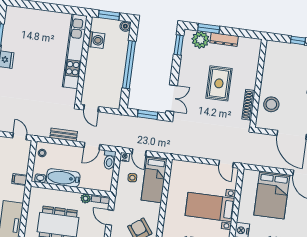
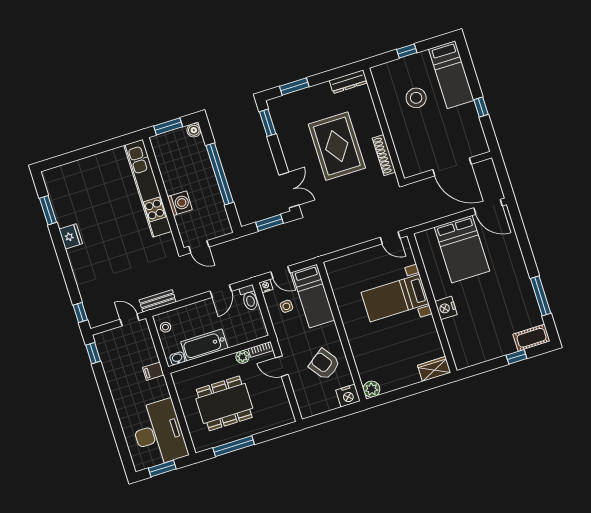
dresser: (224, 39) -> (348, 82), moved
washing machine: (96, 40) -> (180, 203), moved
plant: (200, 40) -> (291, 105), removed
rug: (219, 83) -> (337, 146), width x1.37, depth x1.44
stool: (271, 104) -> (416, 98), moved
bench: (64, 135) -> (158, 301), moved

